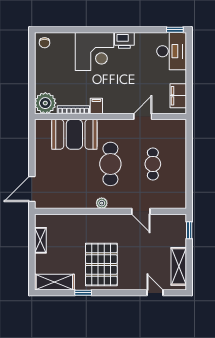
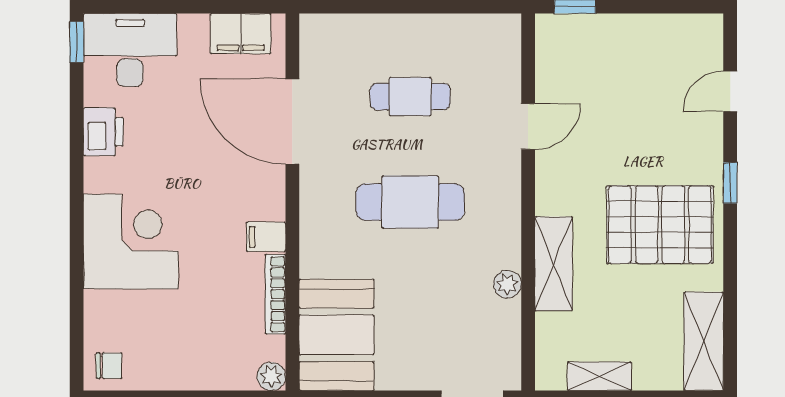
printer: (124, 40) -> (103, 132), moved
plant: (45, 103) -> (271, 376), width x0.53, depth x0.53
door: (143, 117) -> (292, 122), width x1.87
booth: (74, 134) -> (336, 335), moved
plant: (102, 203) -> (507, 284), moved
shelving: (179, 266) -> (554, 264), moved, turned 90
window: (83, 293) -> (730, 183), moved

